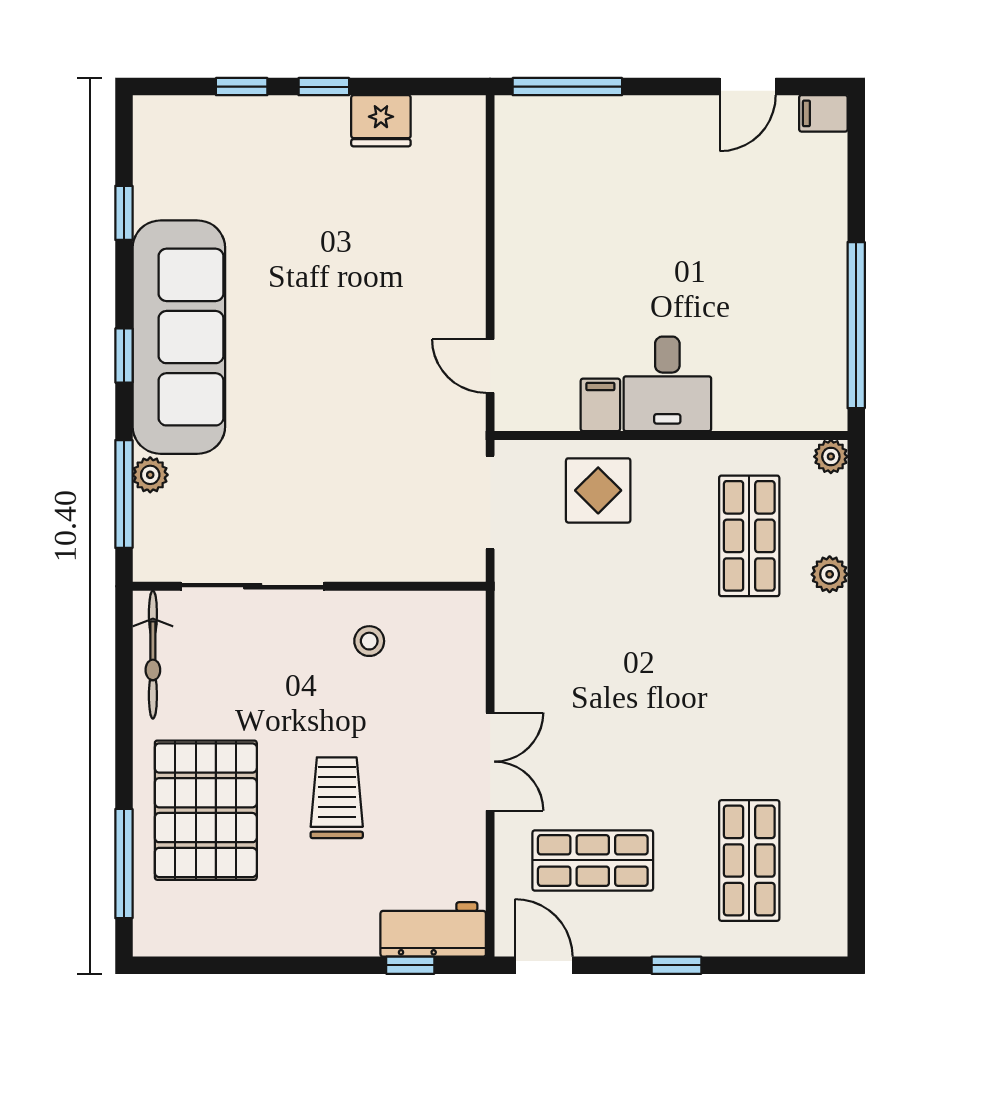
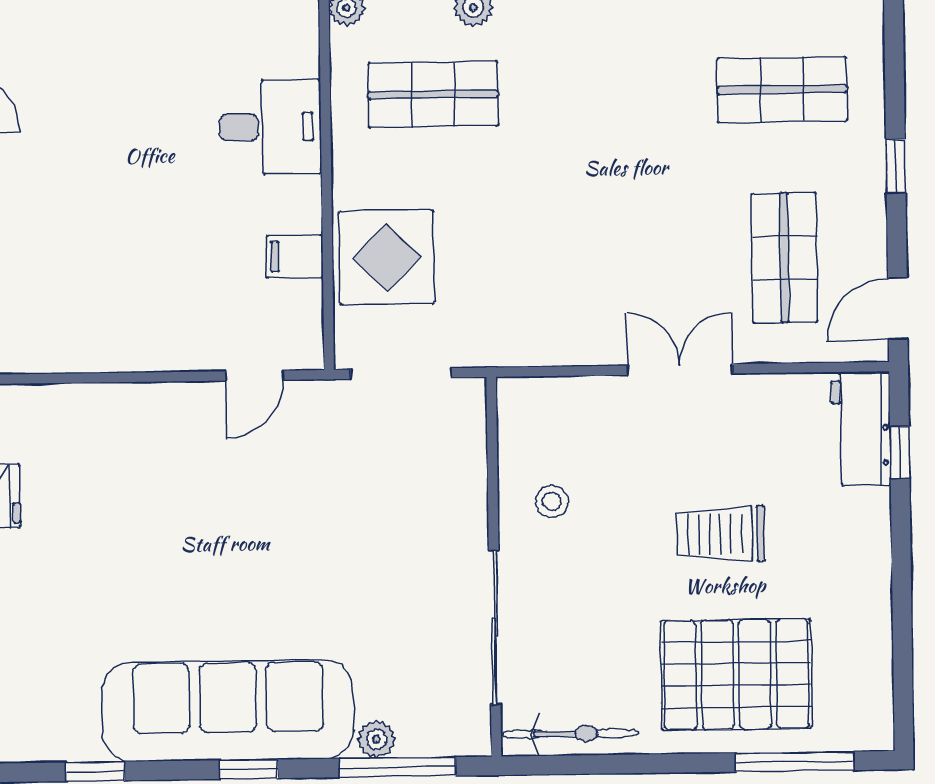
desk: (667, 384) -> (270, 127), moved
display table: (598, 490) -> (387, 258), width x1.36, depth x1.36

